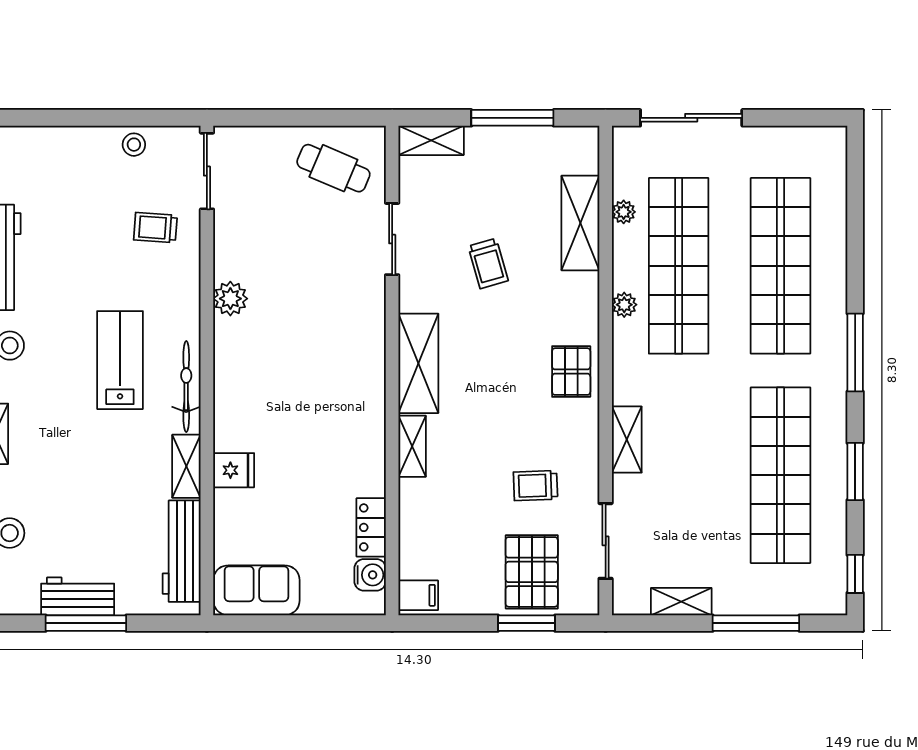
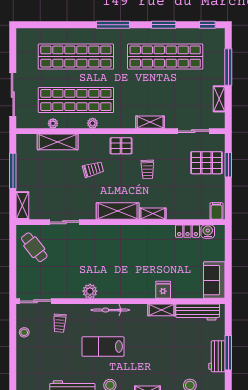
cafe table: (333, 168) -> (34, 247), turned -61
trolley: (488, 263) -> (93, 169), moved
lab bench: (120, 360) -> (103, 346), moved
bicycle: (186, 386) -> (110, 310), moved
trolley: (535, 486) -> (148, 169), moved

